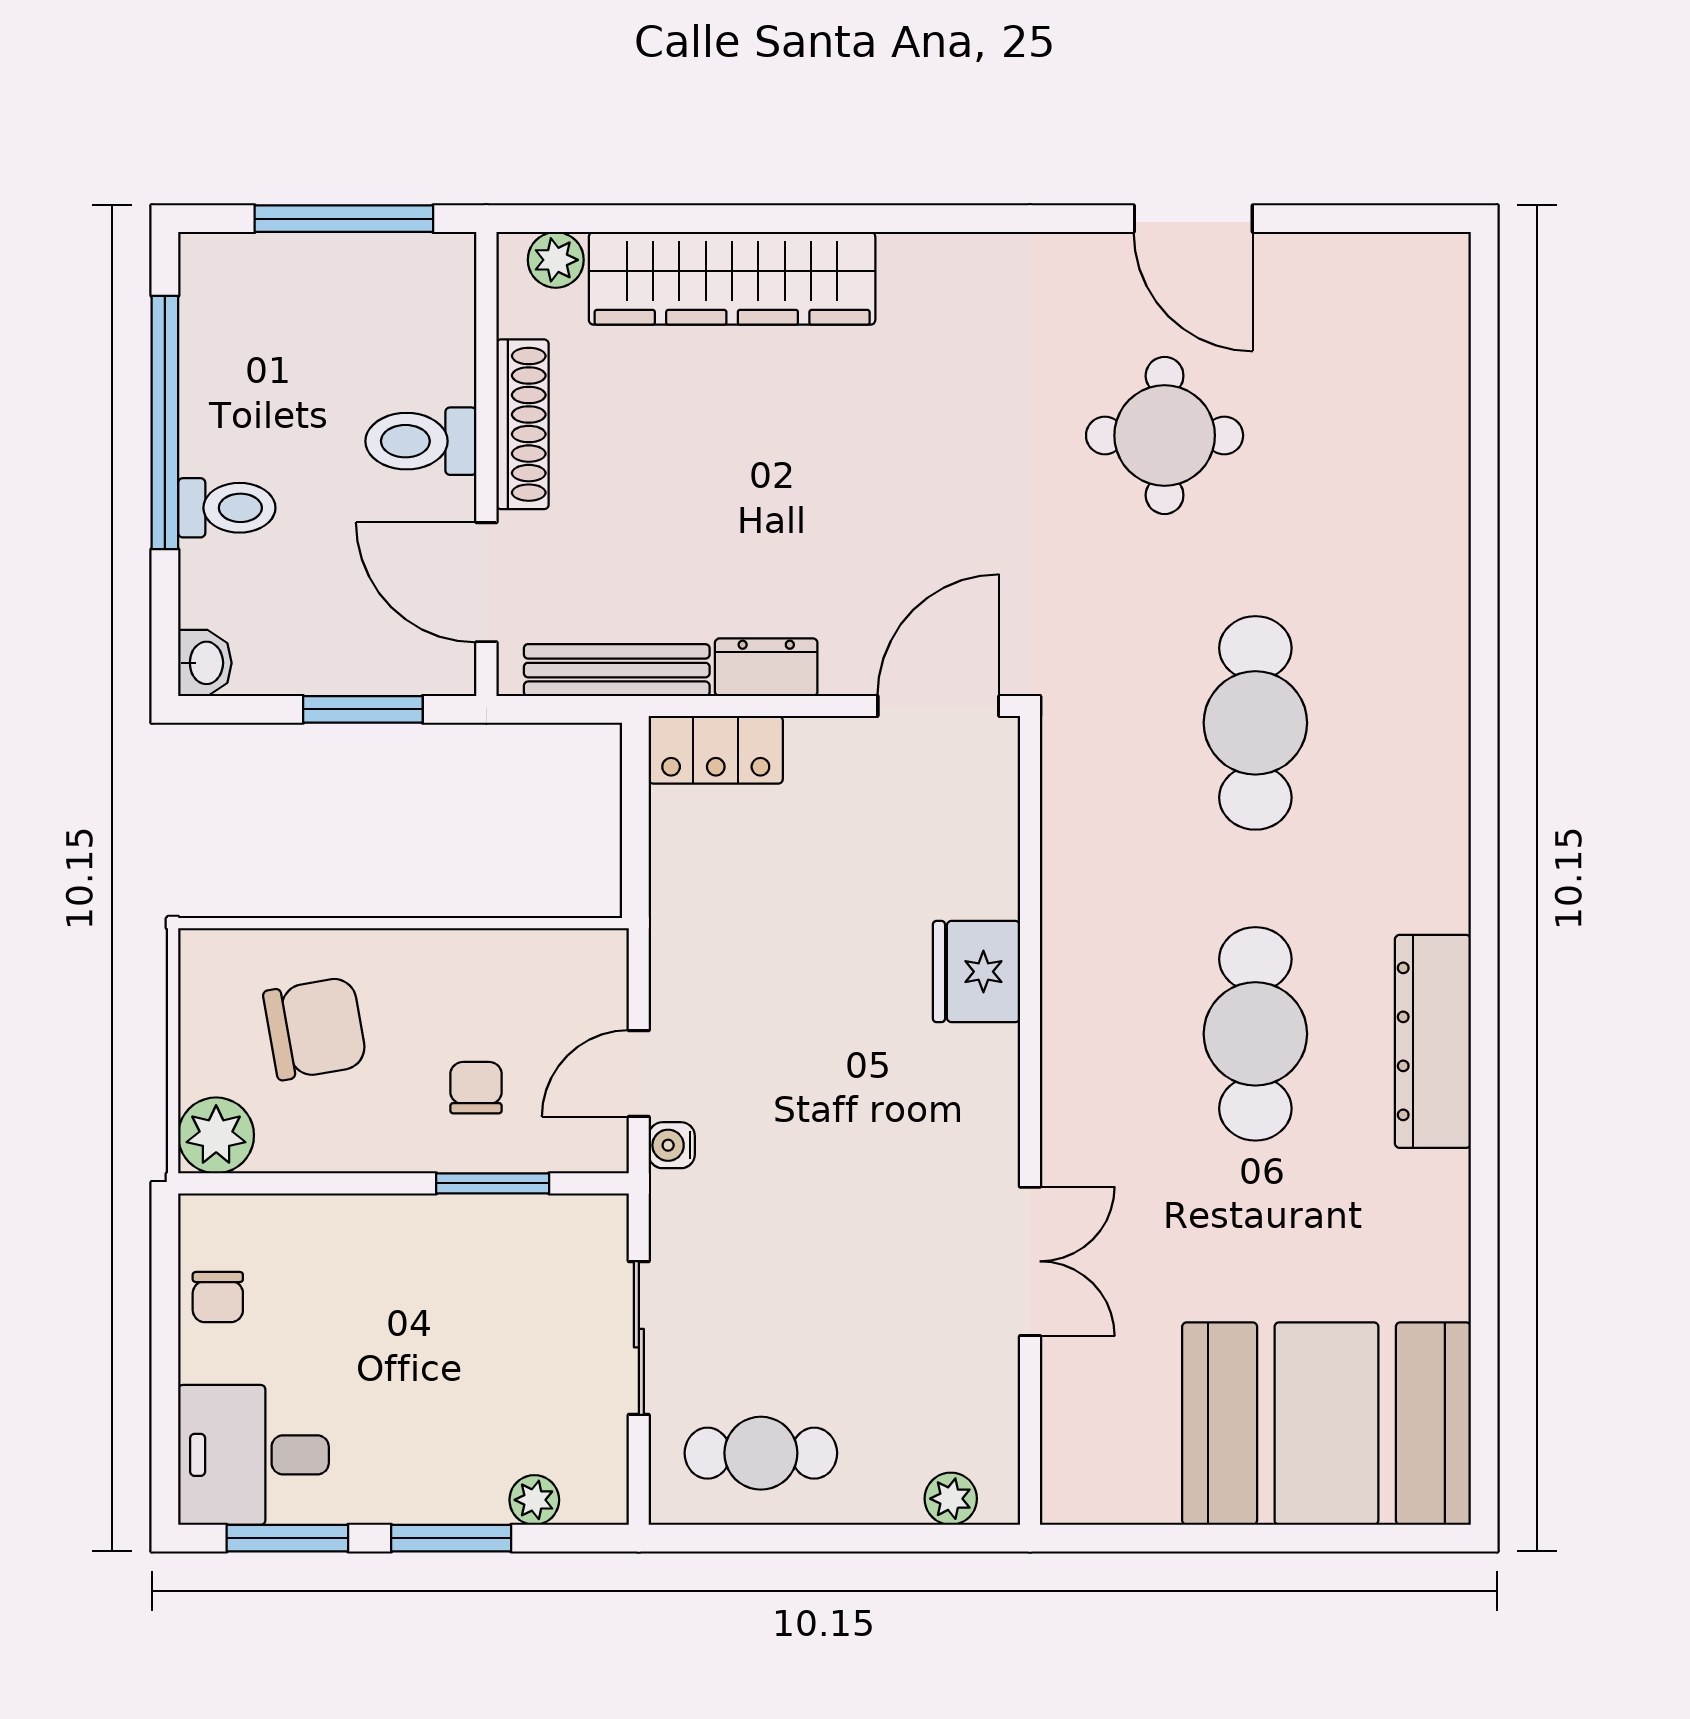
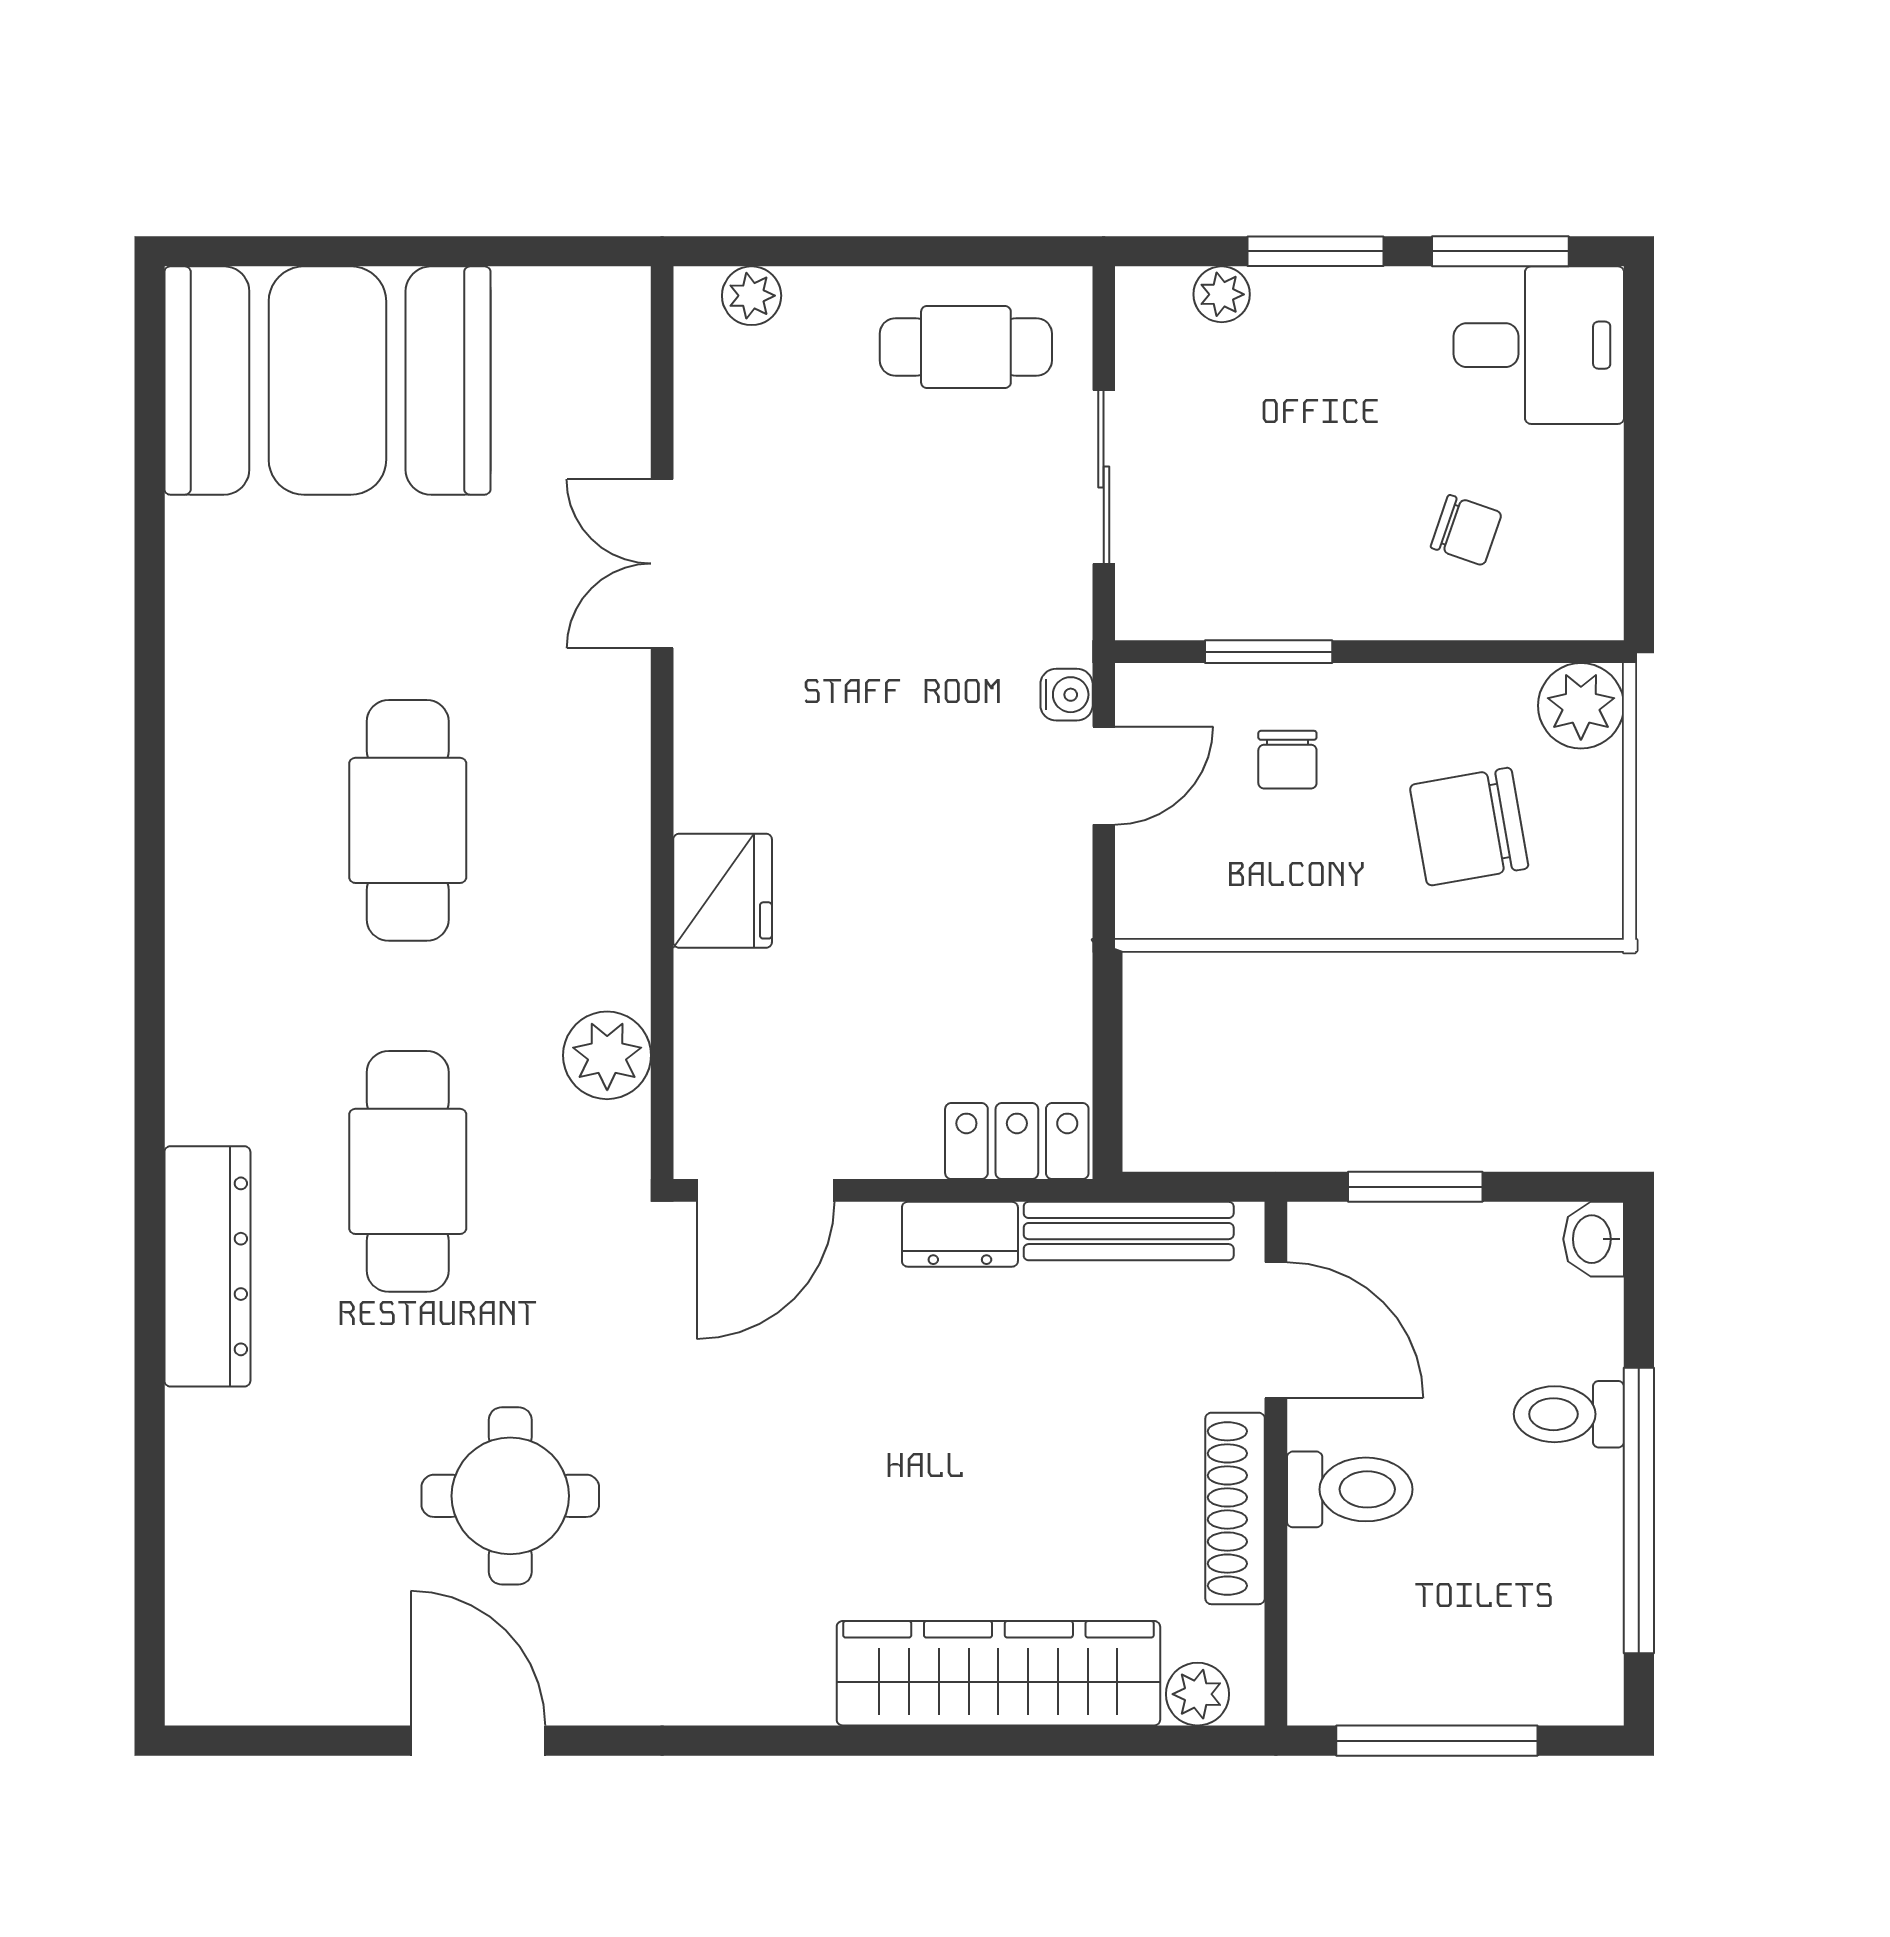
plant: (1079, 826) -> (607, 1055), added
dresser: (1433, 1041) -> (207, 1266), moved
chair: (218, 1297) -> (1466, 530), moved, turned 109

